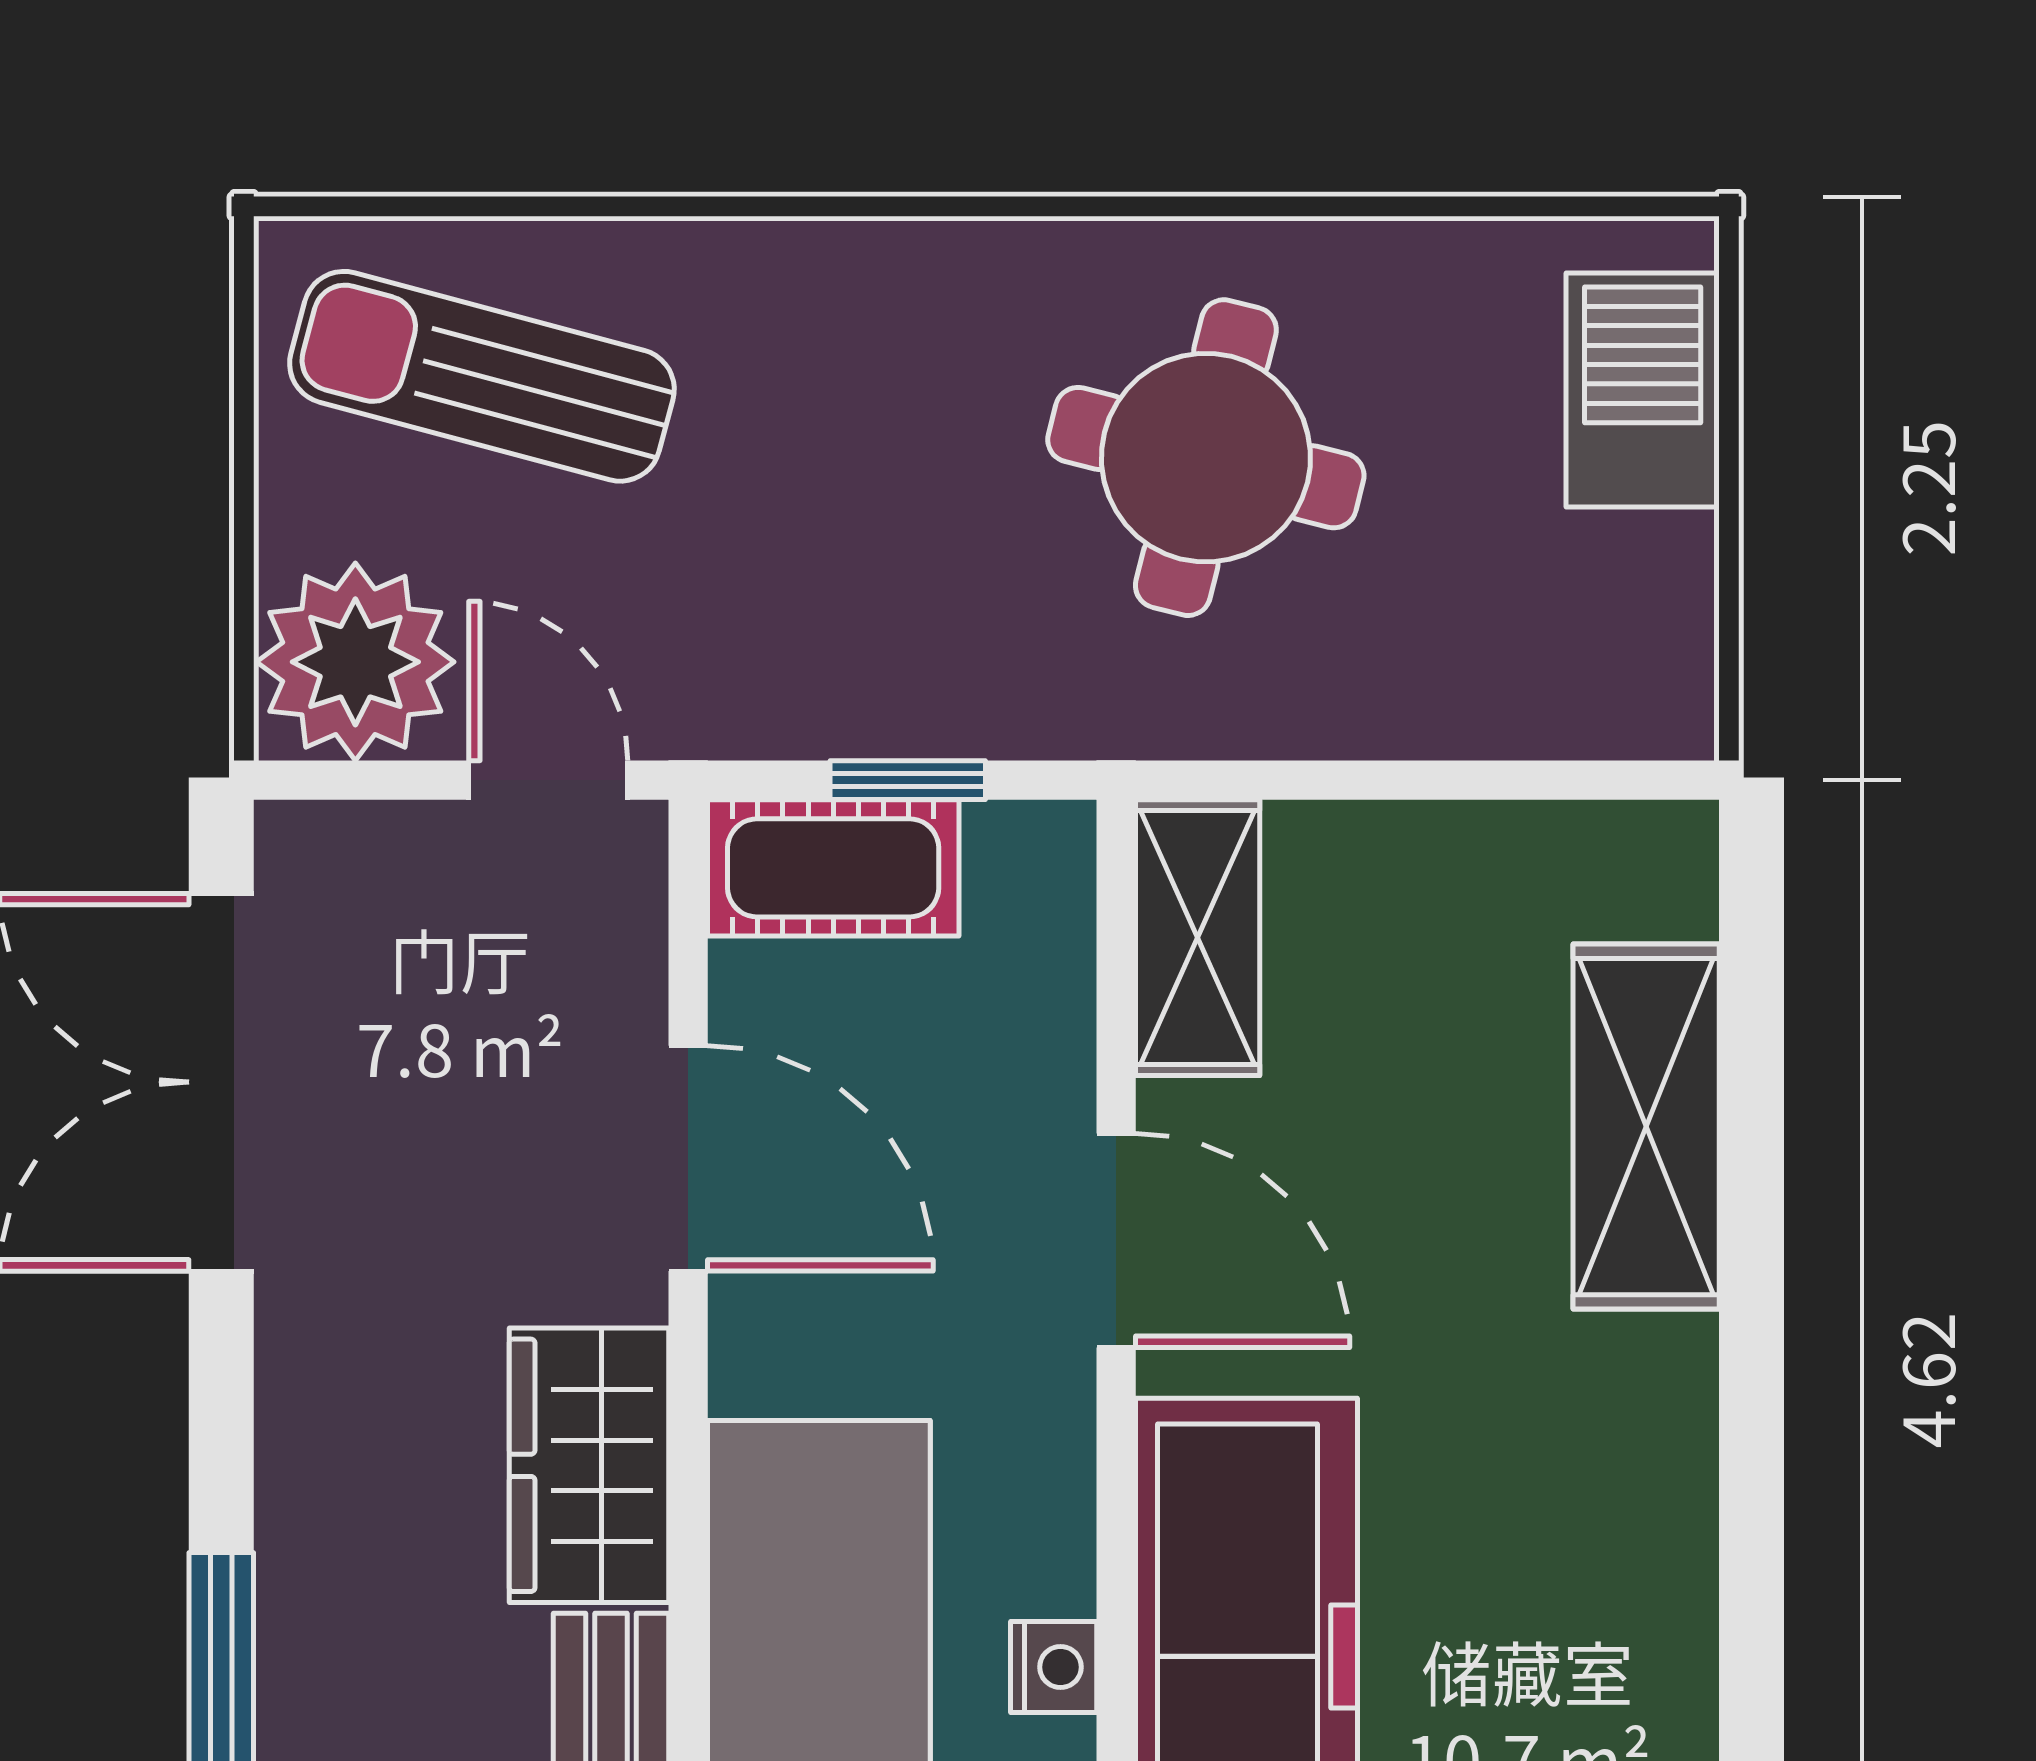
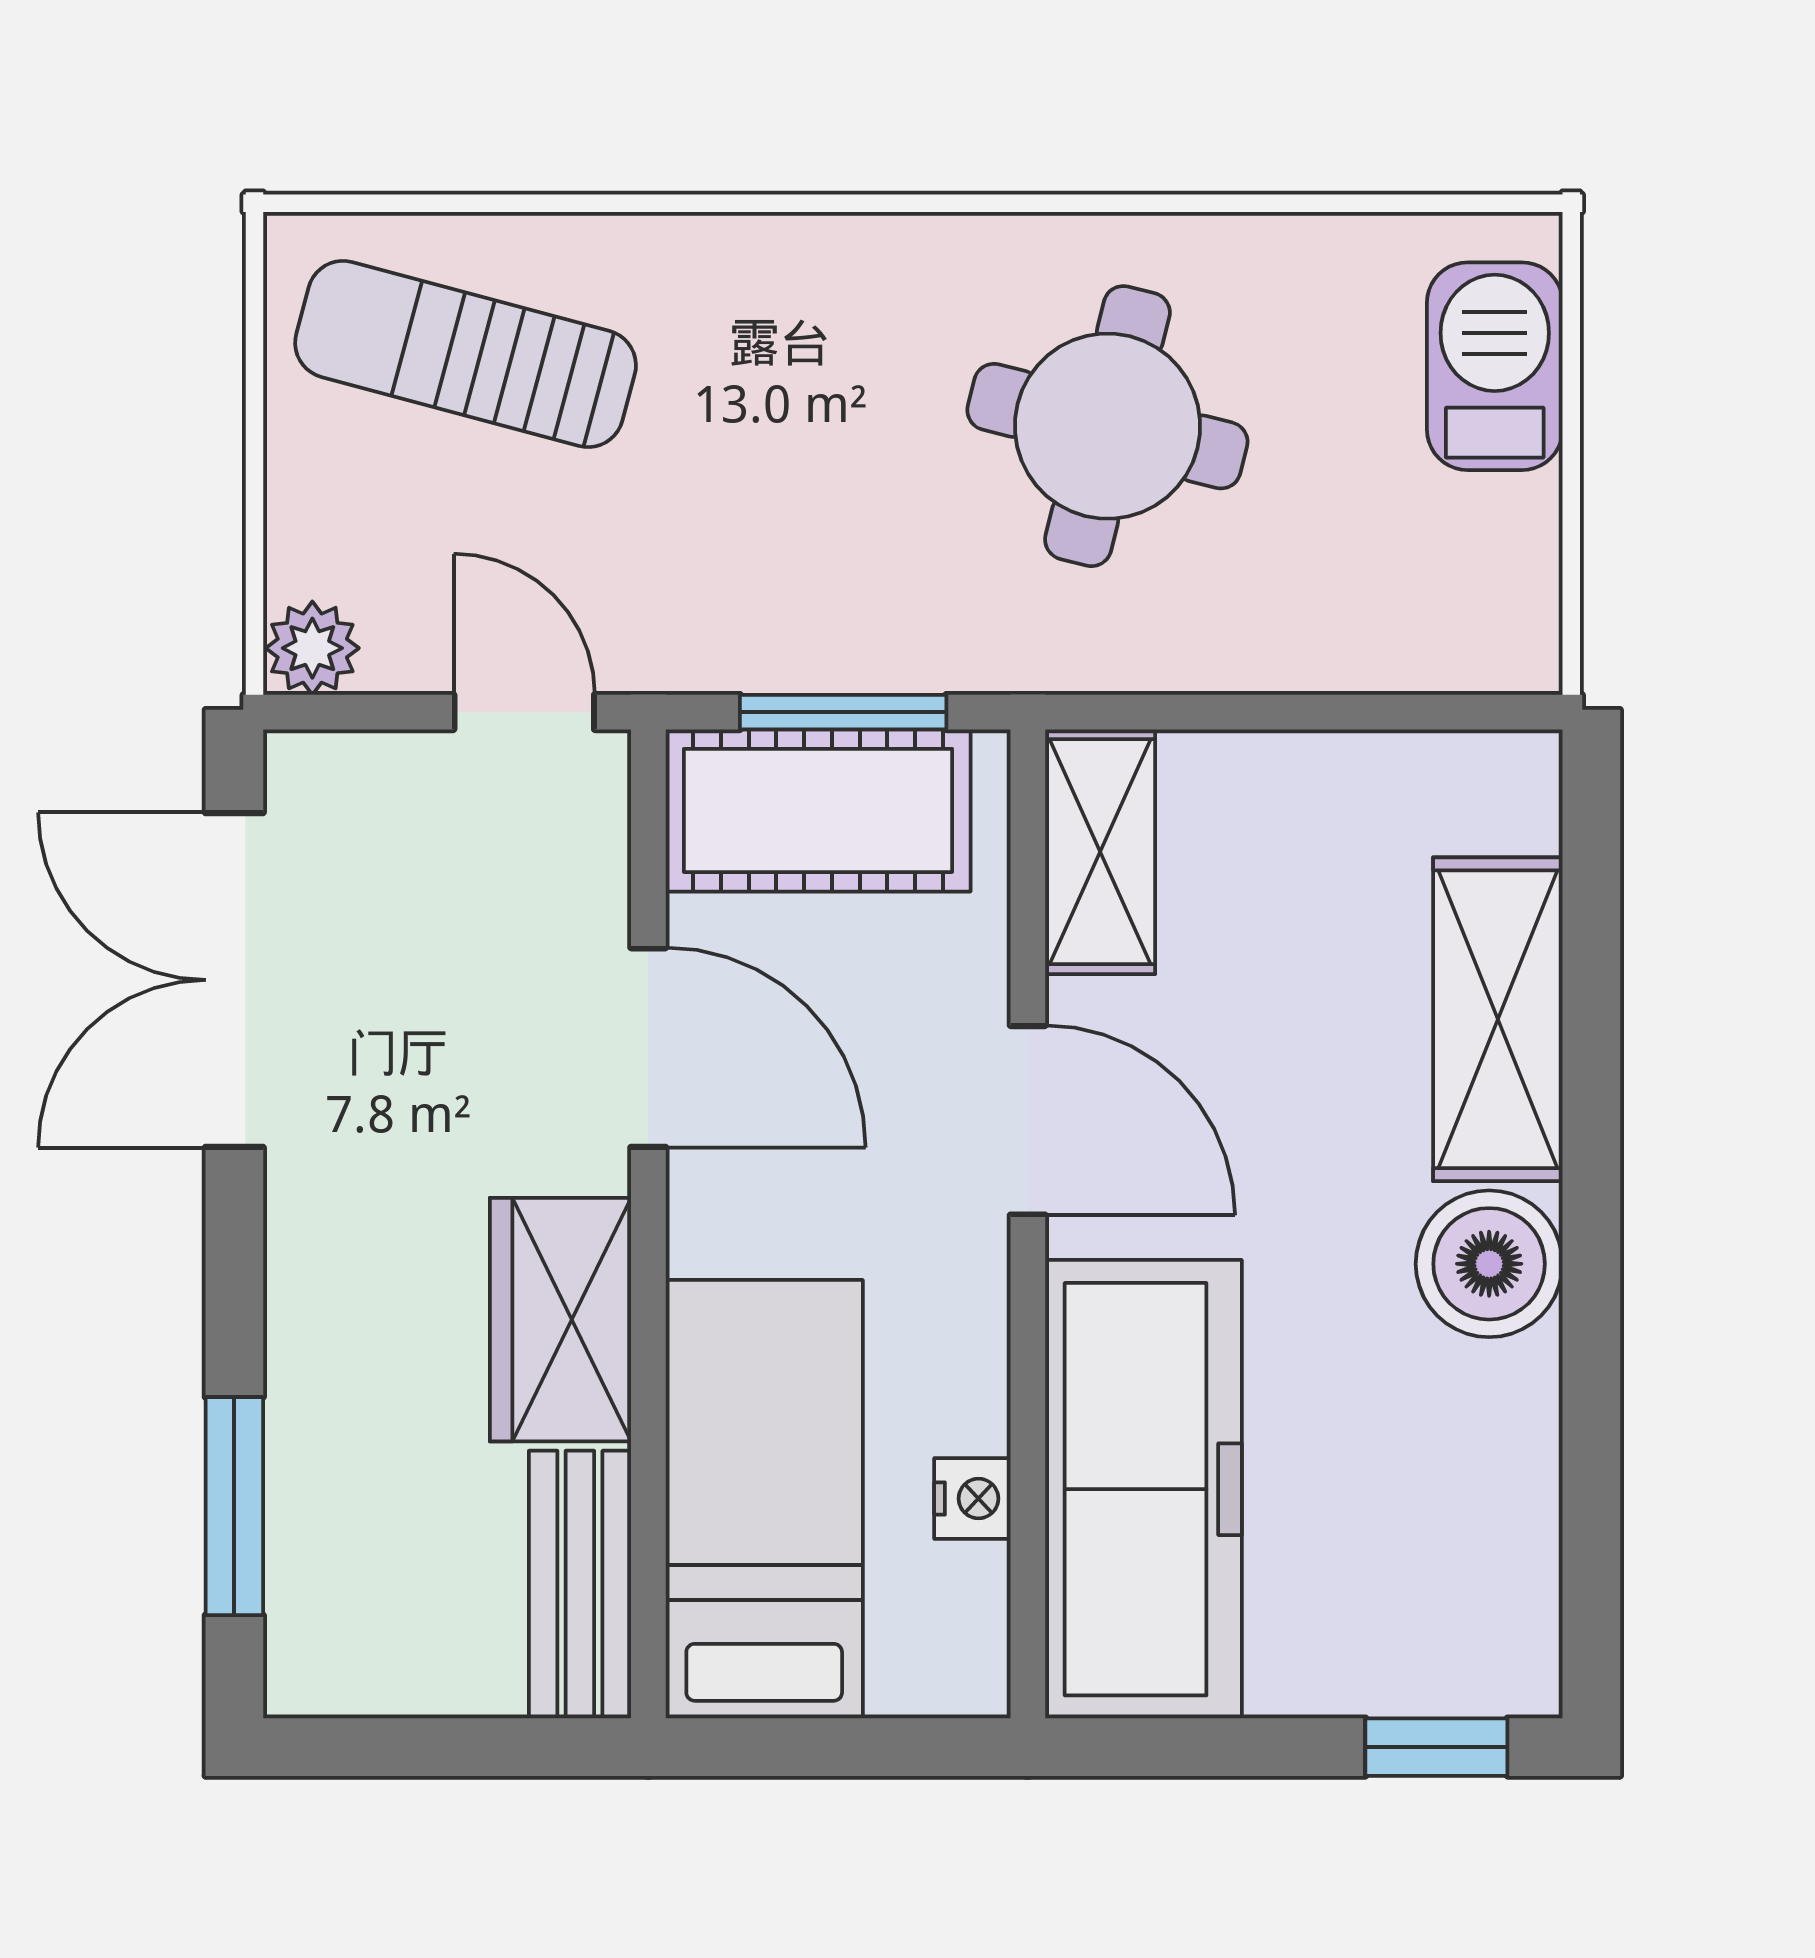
plant: (355, 662) -> (312, 648), width x0.53, depth x0.53
window: (908, 780) -> (843, 712), width x1.50
cot: (833, 868) -> (818, 810), width x1.37, depth x1.34
boiler: (1636, 1402) -> (1489, 1264), added

